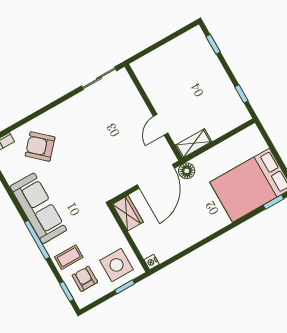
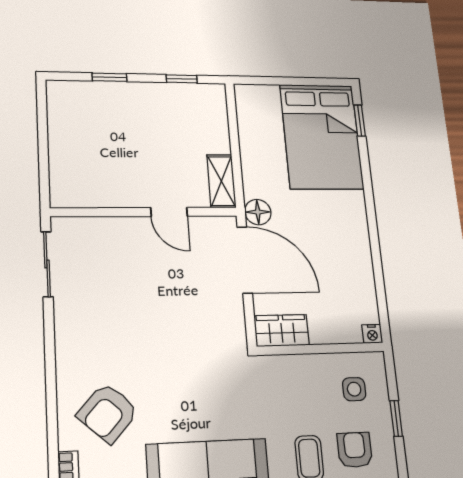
window: (213, 44) -> (109, 77), moved
side table: (116, 265) -> (354, 389), width x0.54, depth x0.54
armchair: (85, 279) -> (355, 450), turned 90
window: (125, 287) -> (396, 418), moved

